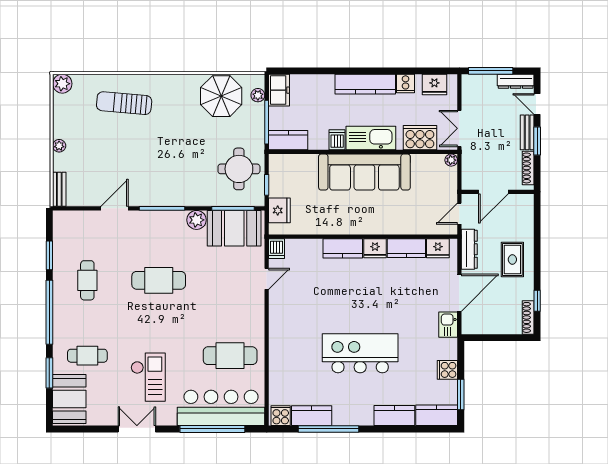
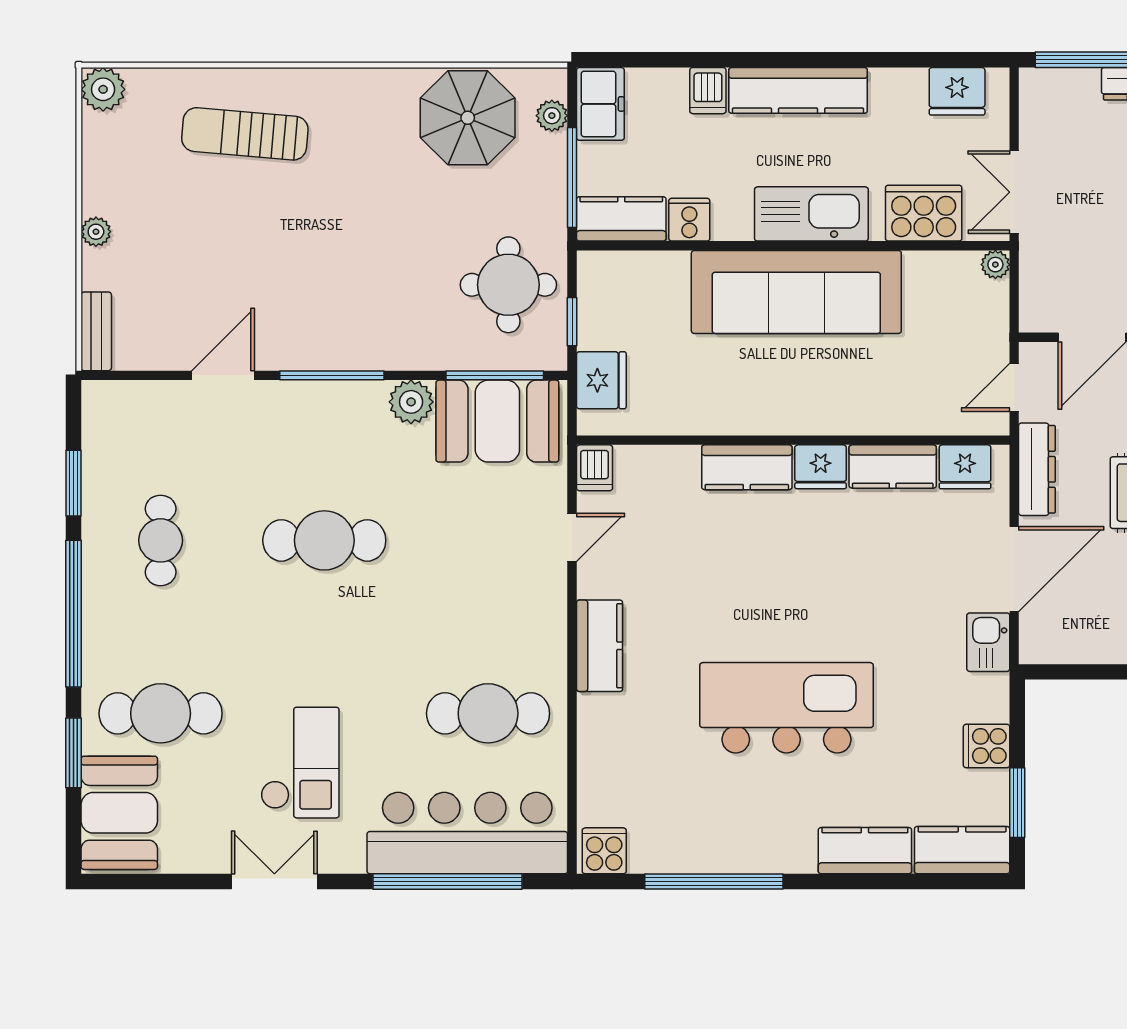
cooker: (406, 84) -> (689, 220), moved, turned 180
dishwasher: (337, 140) -> (708, 91), moved, turned 180
cafe table: (87, 356) -> (161, 713), width x1.37, depth x1.35
kitchen counter: (312, 416) -> (600, 646), moved, turned 90

